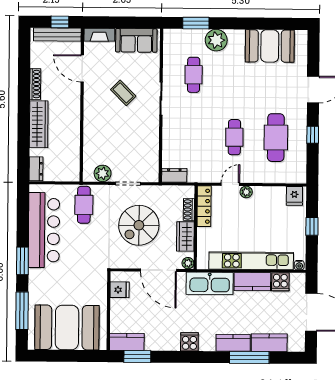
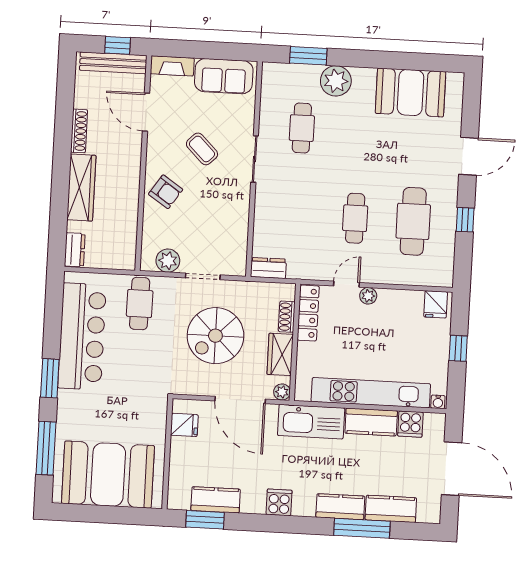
armchair: (99, 125) -> (166, 192), added
kitchen counter: (127, 342) -> (216, 500), moved

